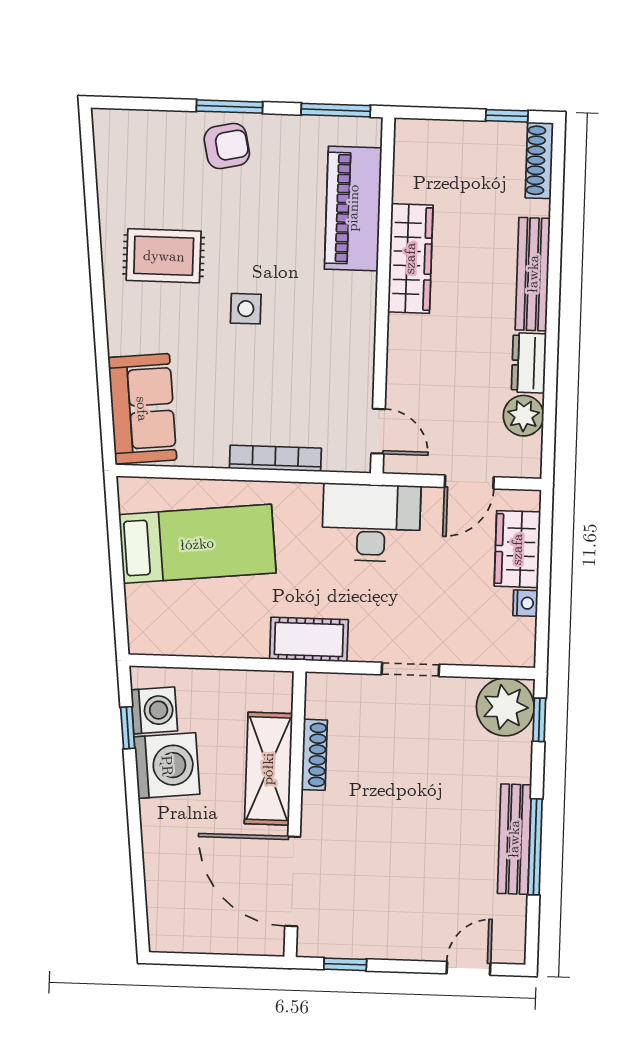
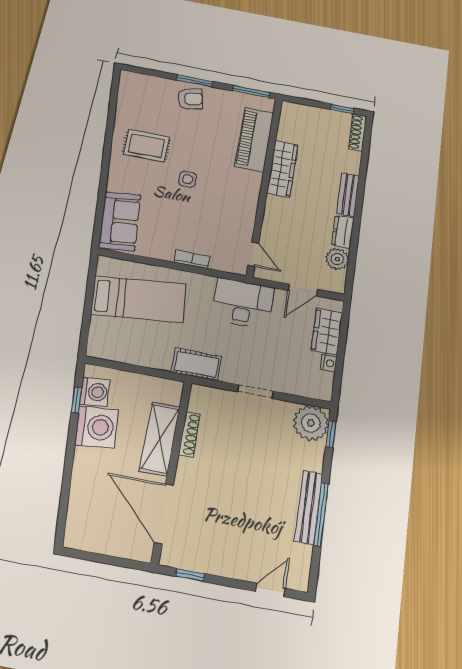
bench: (533, 274) -> (348, 195), width x0.73
bookcase: (275, 458) -> (192, 259), width x0.64

